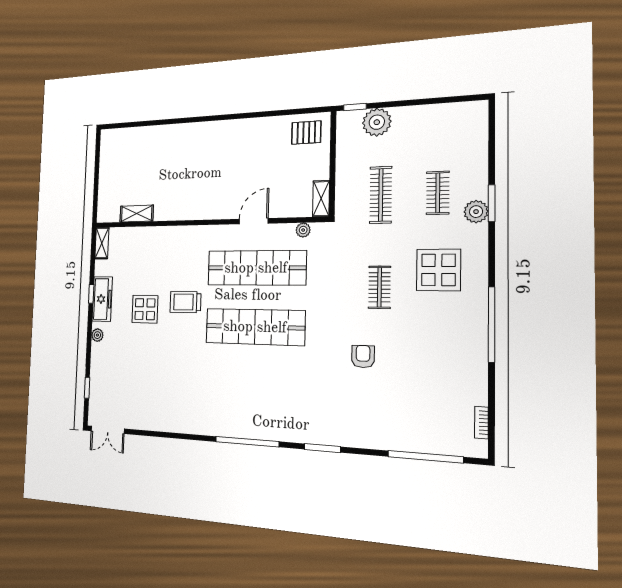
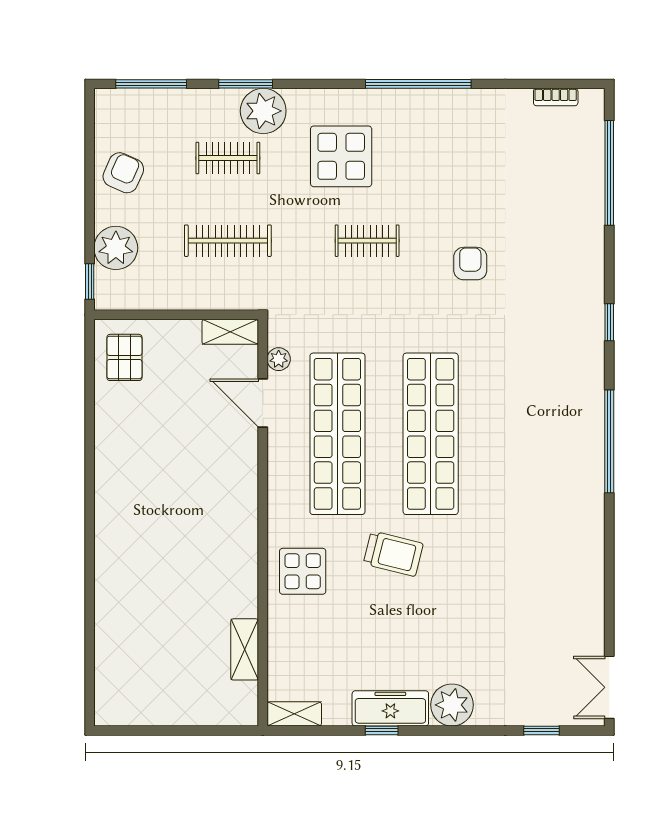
armchair: (428, 124) -> (123, 173), added
window: (492, 138) -> (151, 84), added
plant: (476, 212) -> (263, 111), width x1.36, depth x1.36
door: (254, 221) -> (263, 403), moved
trolley: (186, 302) -> (393, 554), turned -76
display table: (145, 309) -> (303, 571), moved
plant: (97, 335) -> (452, 705), width x1.88, depth x1.88
armchair: (363, 356) -> (470, 264), turned 90
double door: (108, 430) -> (609, 687), swing flipped
window: (322, 448) -> (609, 322), width x0.67

